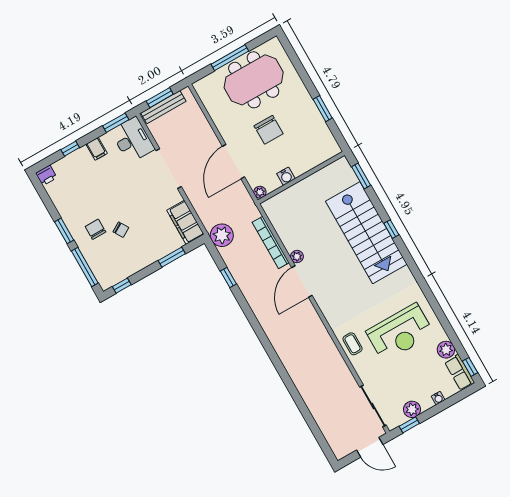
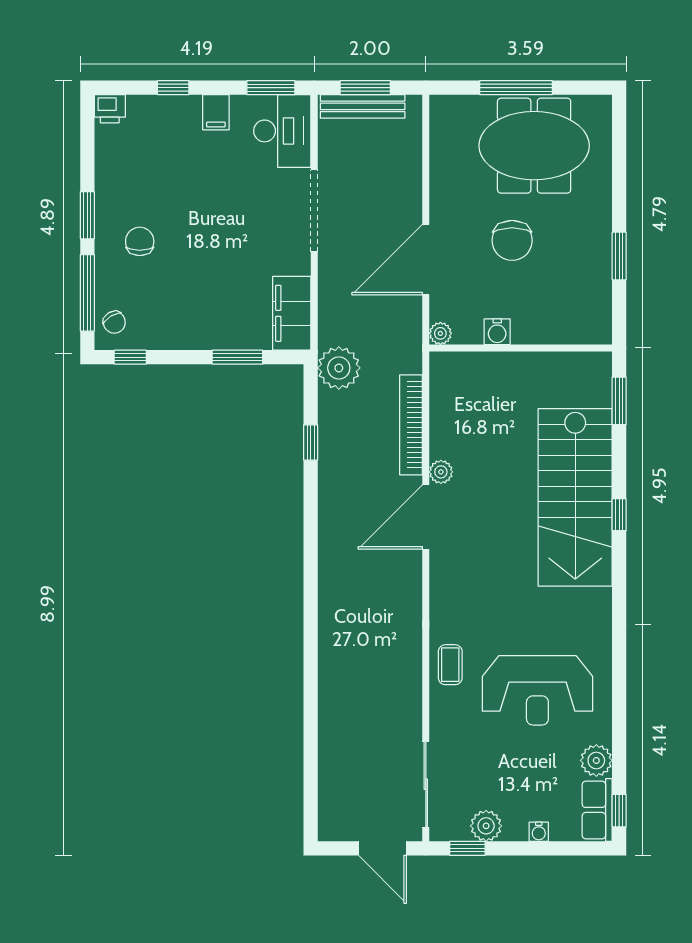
chair: (121, 230) -> (114, 322), moved

